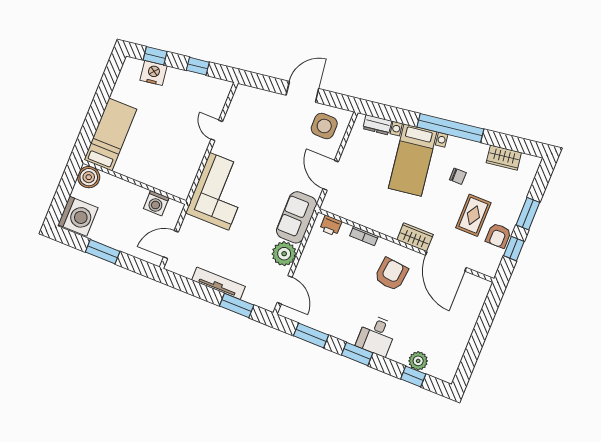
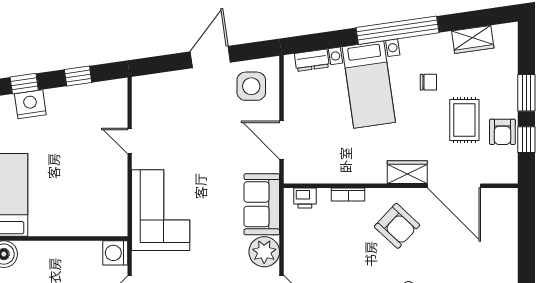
washing machine: (156, 203) -> (115, 253), moved, turned 90
armchair: (391, 274) -> (397, 226), turned 127

